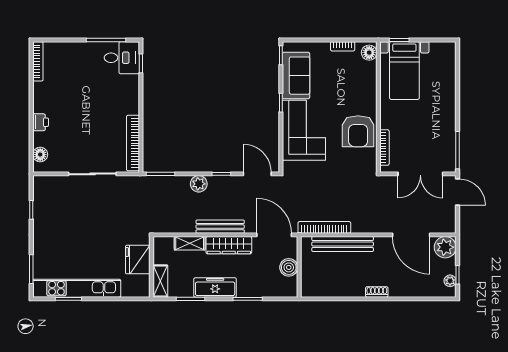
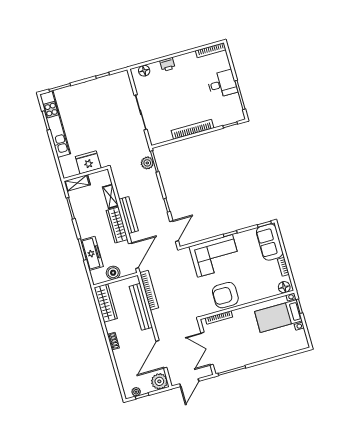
desk: (122, 58) -> (222, 84), moved, turned -90
sofa: (296, 76) -> (270, 242), moved, turned 90
bookcase: (133, 143) -> (193, 129), moved
plant: (199, 184) -> (147, 163), moved
door: (458, 192) -> (189, 383), moved
freezer: (215, 287) -> (92, 253), moved
wardrobe: (325, 288) -> (106, 303), added

